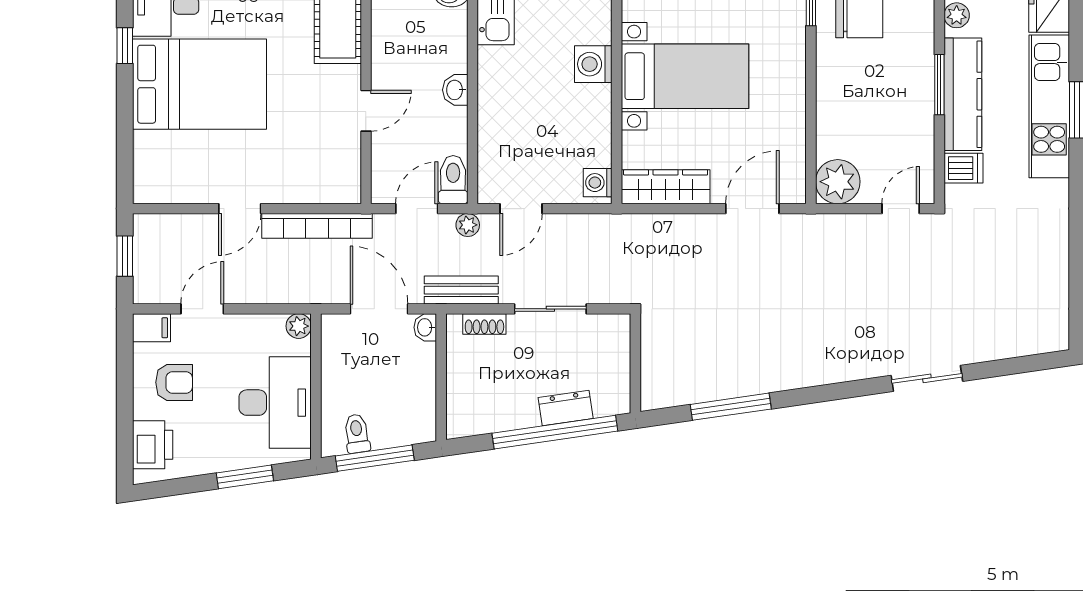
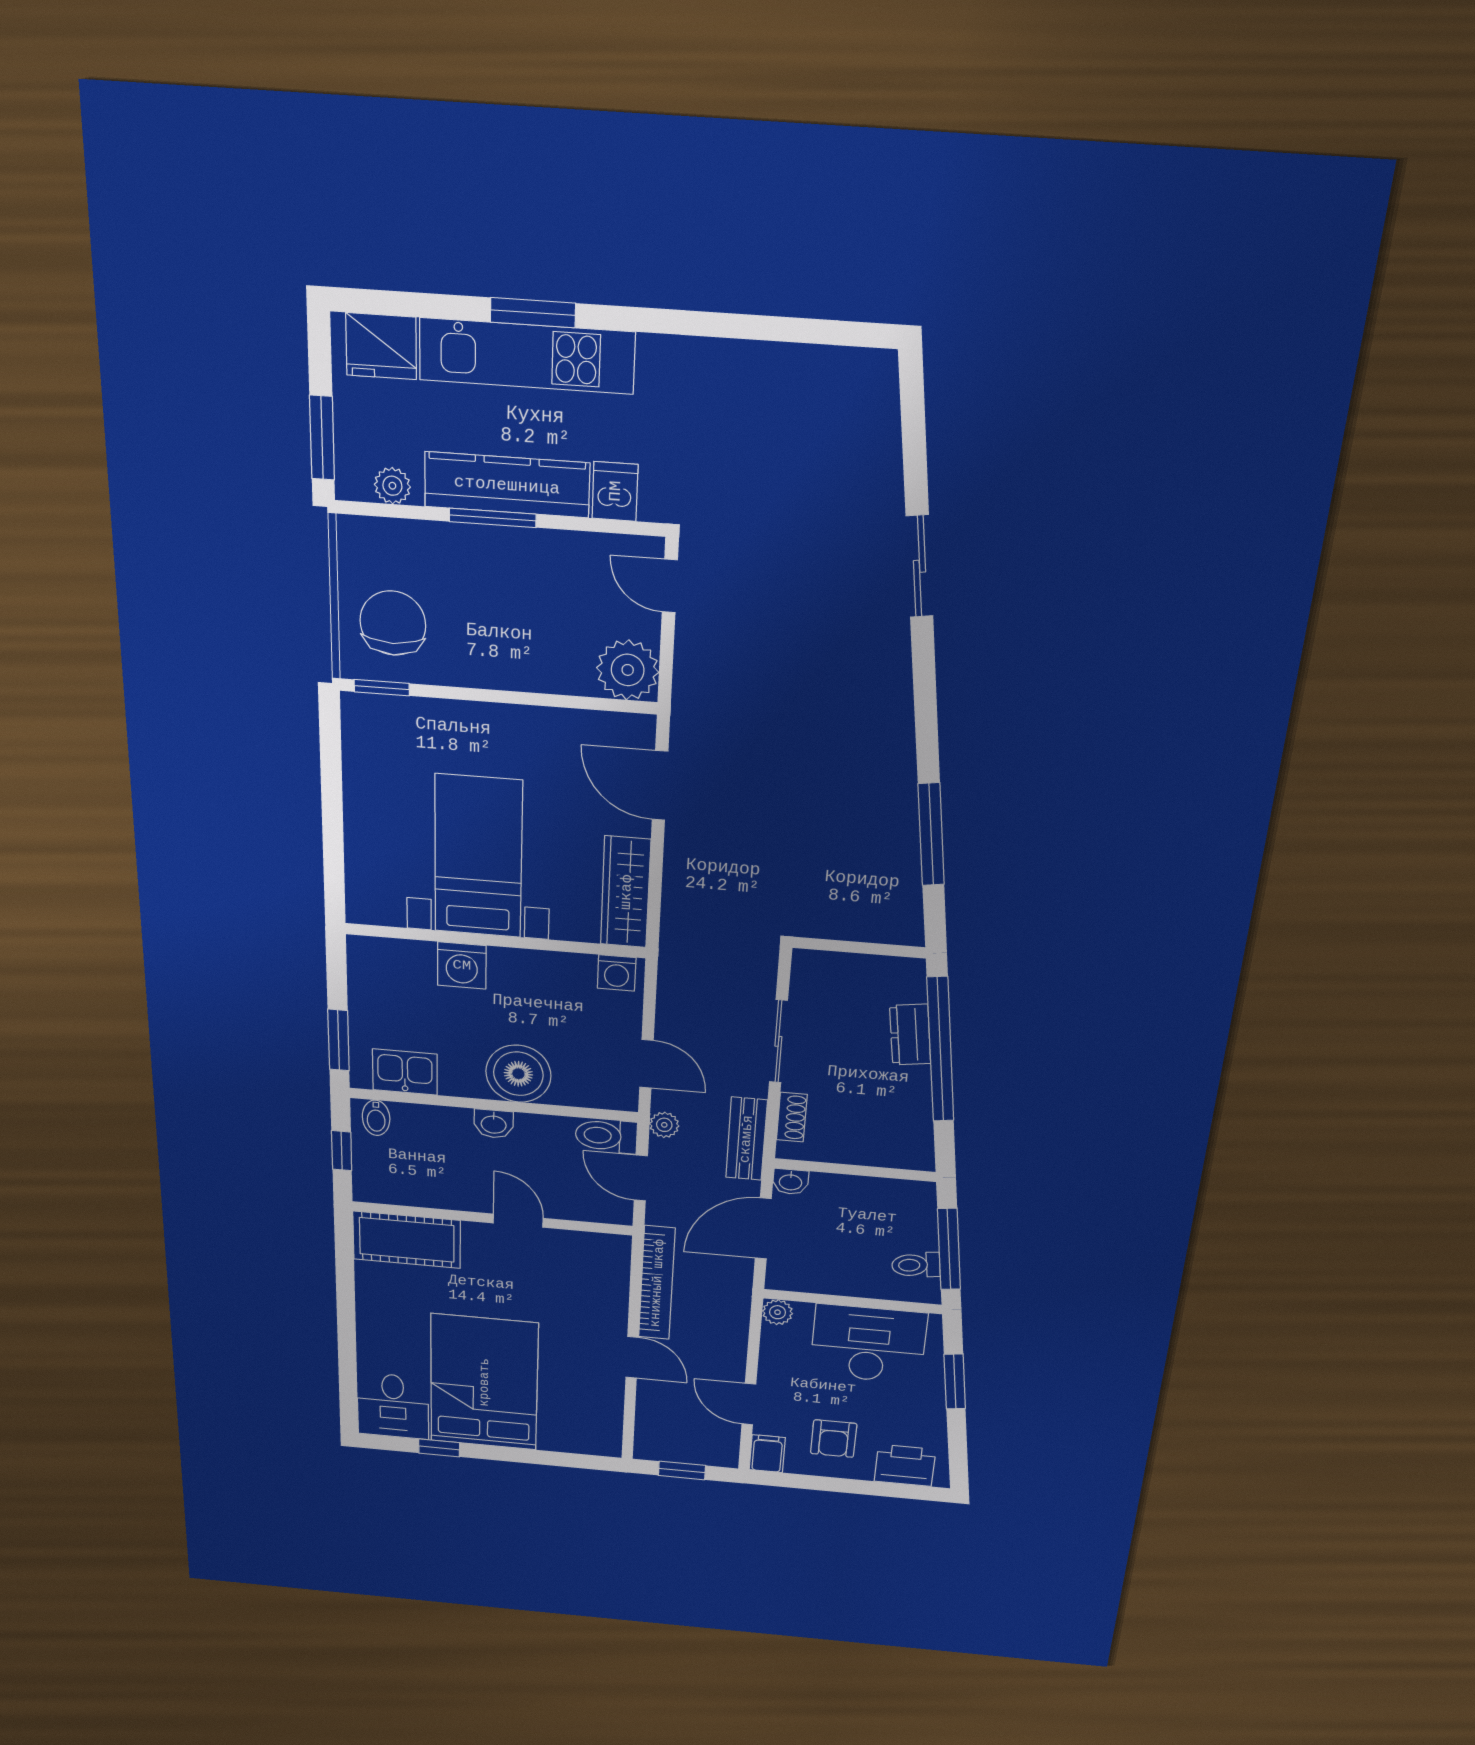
boiler: (503, 109) -> (518, 1074), added
armchair: (174, 382) -> (834, 1439), turned 180

